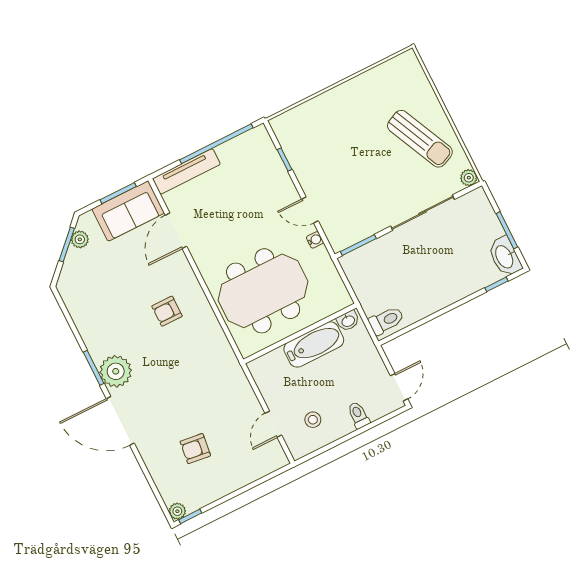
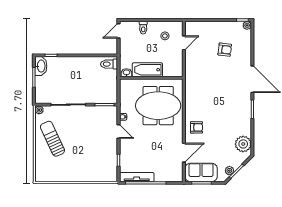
tv unit: (186, 171) -> (137, 177), moved
armchair: (167, 311) -> (197, 127), moved
plant: (116, 371) -> (243, 144), moved

